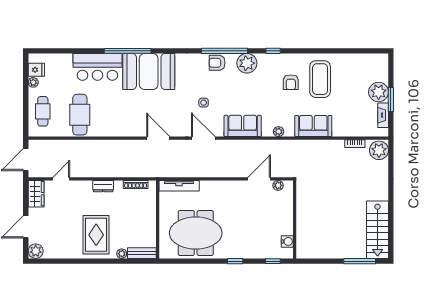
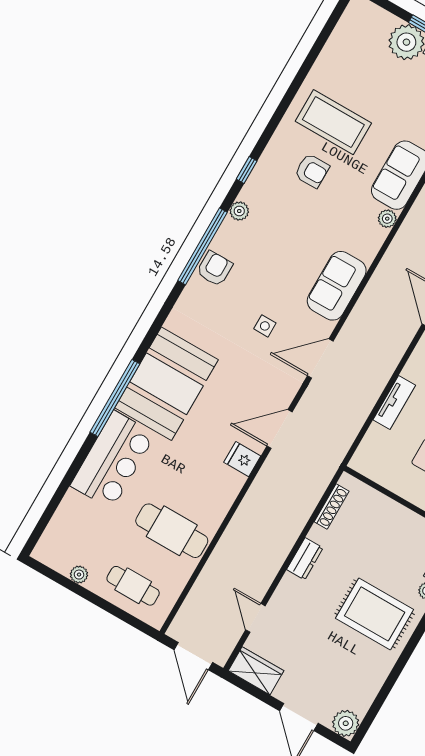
armchair: (217, 63) -> (215, 269), turned 180
plant: (247, 63) -> (239, 211), width x0.53, depth x0.53
fridge: (36, 70) -> (242, 459), moved, turned -90
plant: (279, 132) -> (387, 219), moved
tv unit: (179, 186) -> (394, 403), moved, width x0.71

